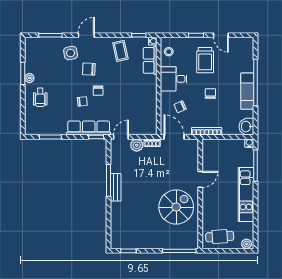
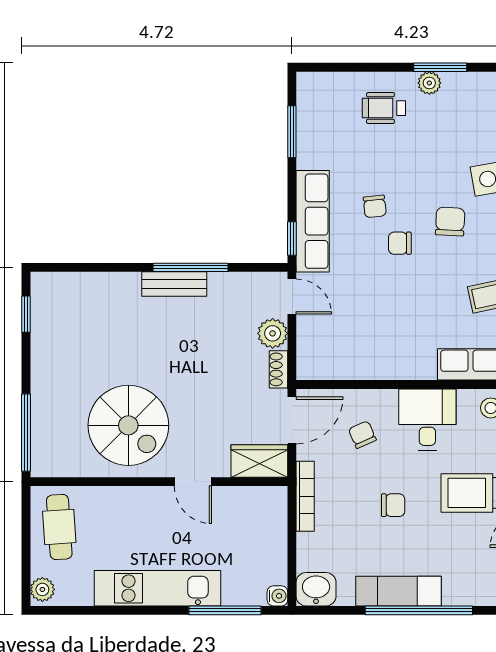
wardrobe: (191, 151) -> (259, 461), added

